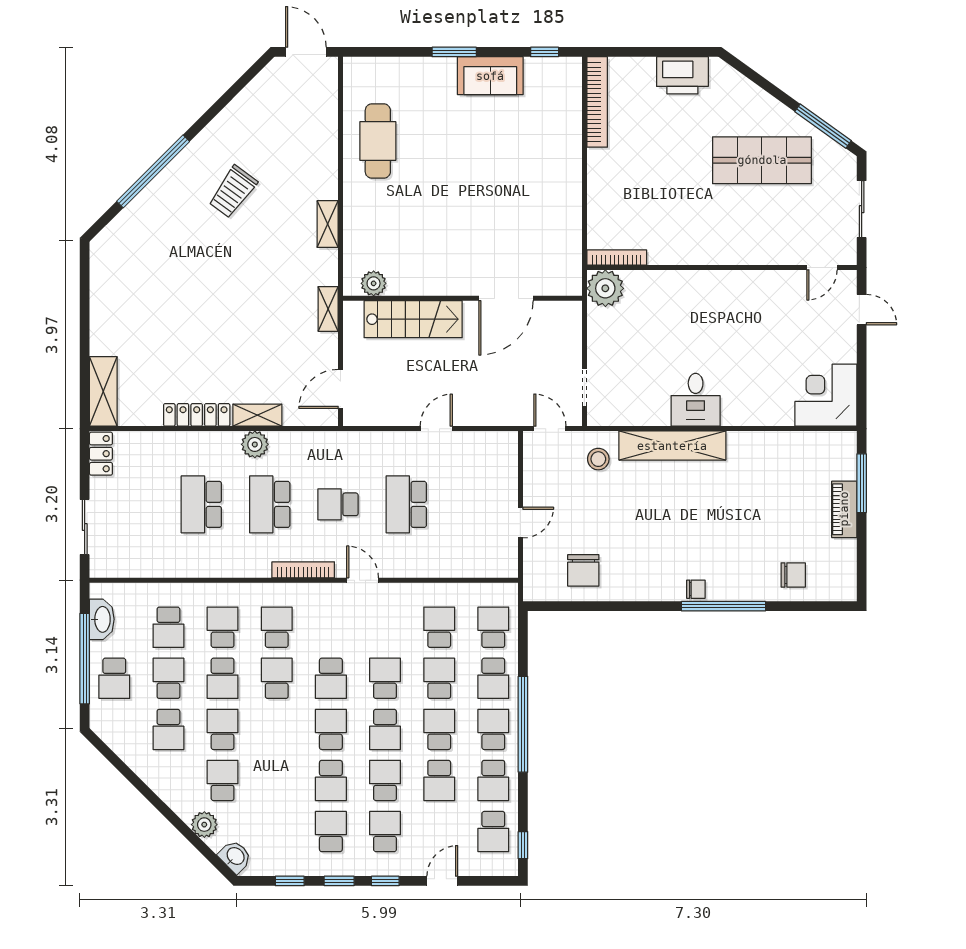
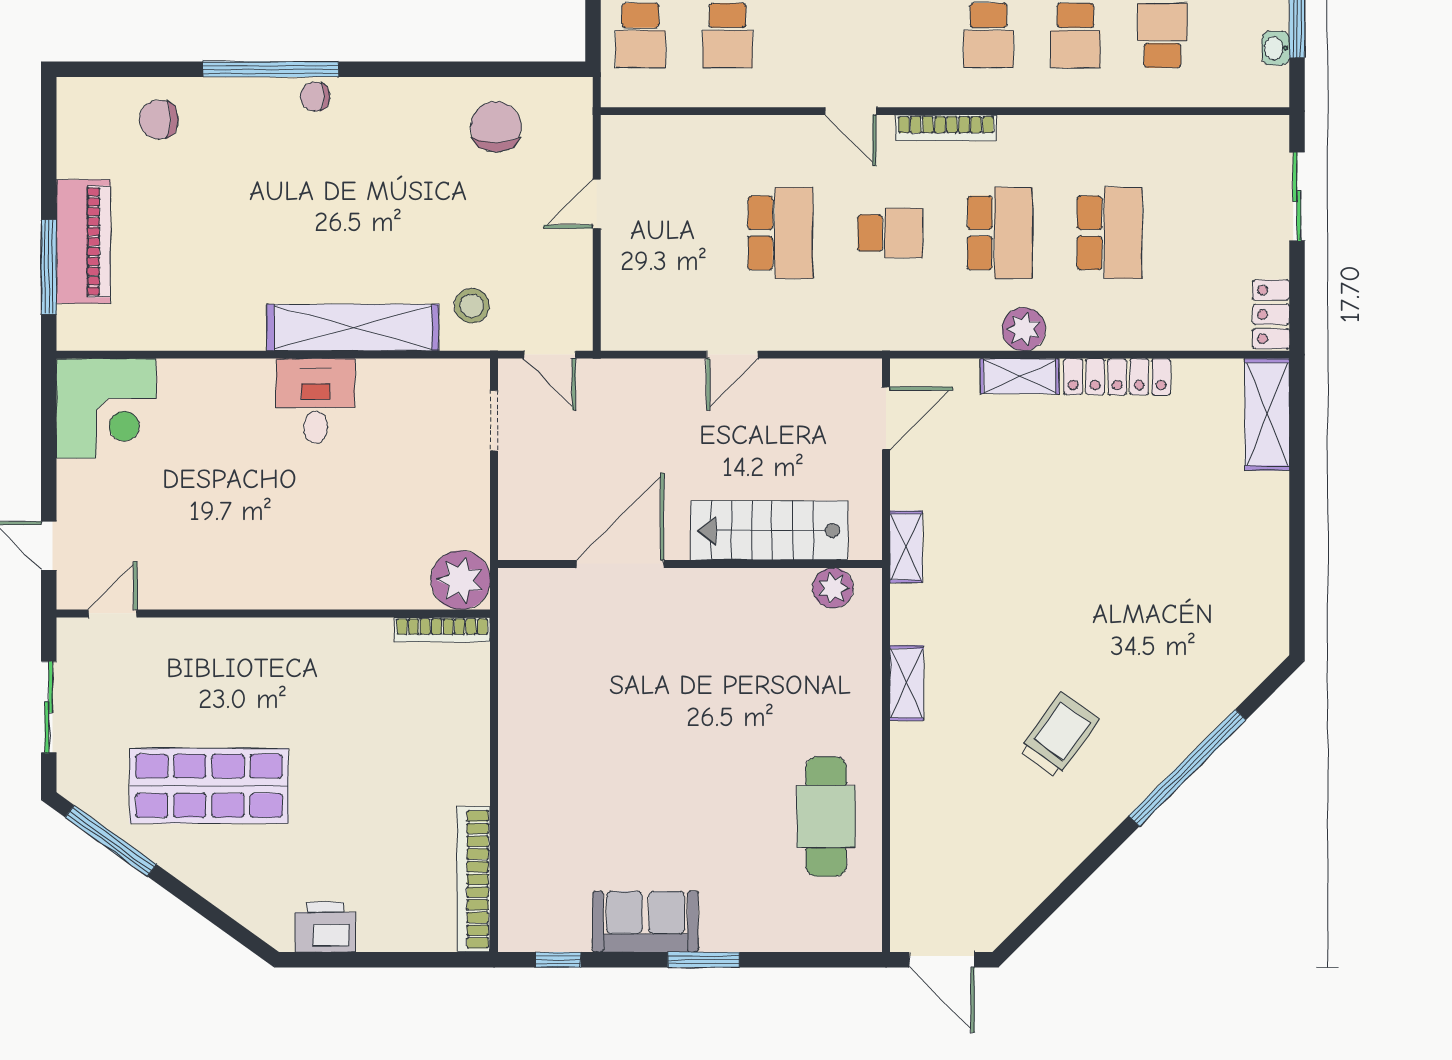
printer: (682, 75) -> (325, 927), width x0.73, depth x0.84
piano: (844, 509) -> (83, 241), width x1.37, depth x1.33
washbasin: (102, 619) -> (1276, 48), width x0.52, depth x0.69

